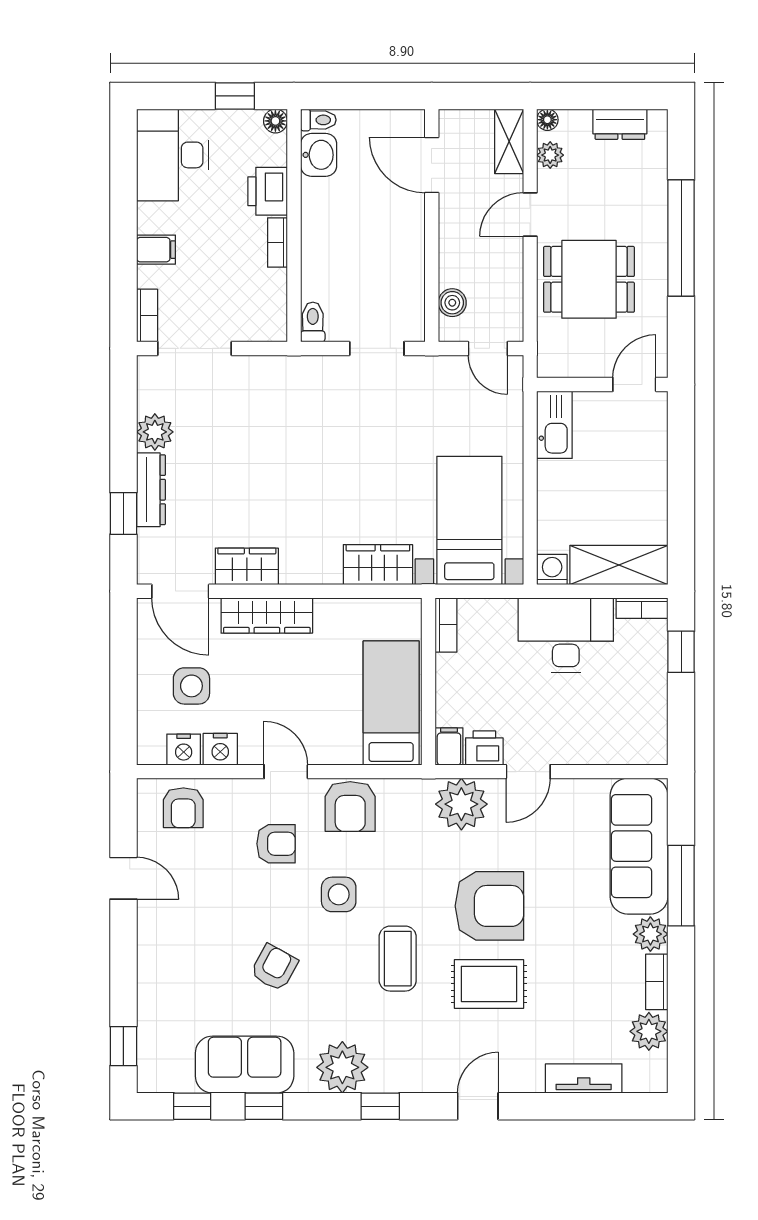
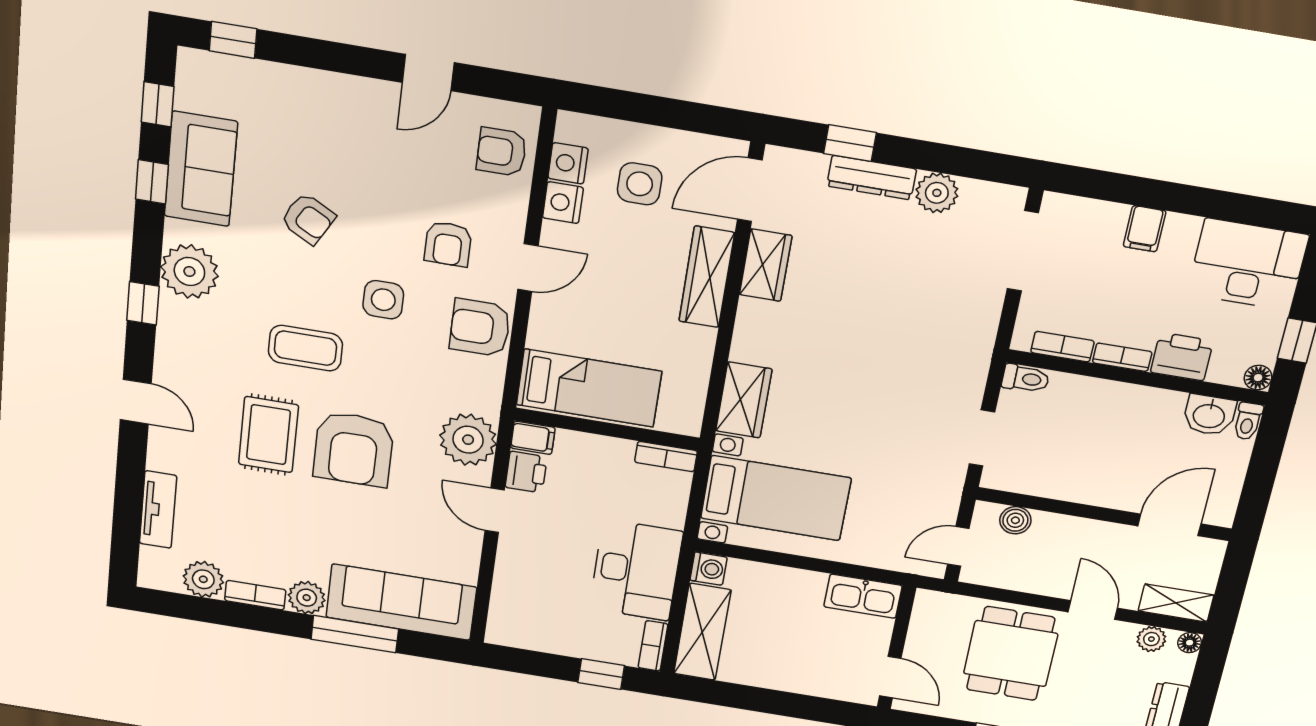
bookcase: (147, 316) -> (1062, 347), moved, turned 180

